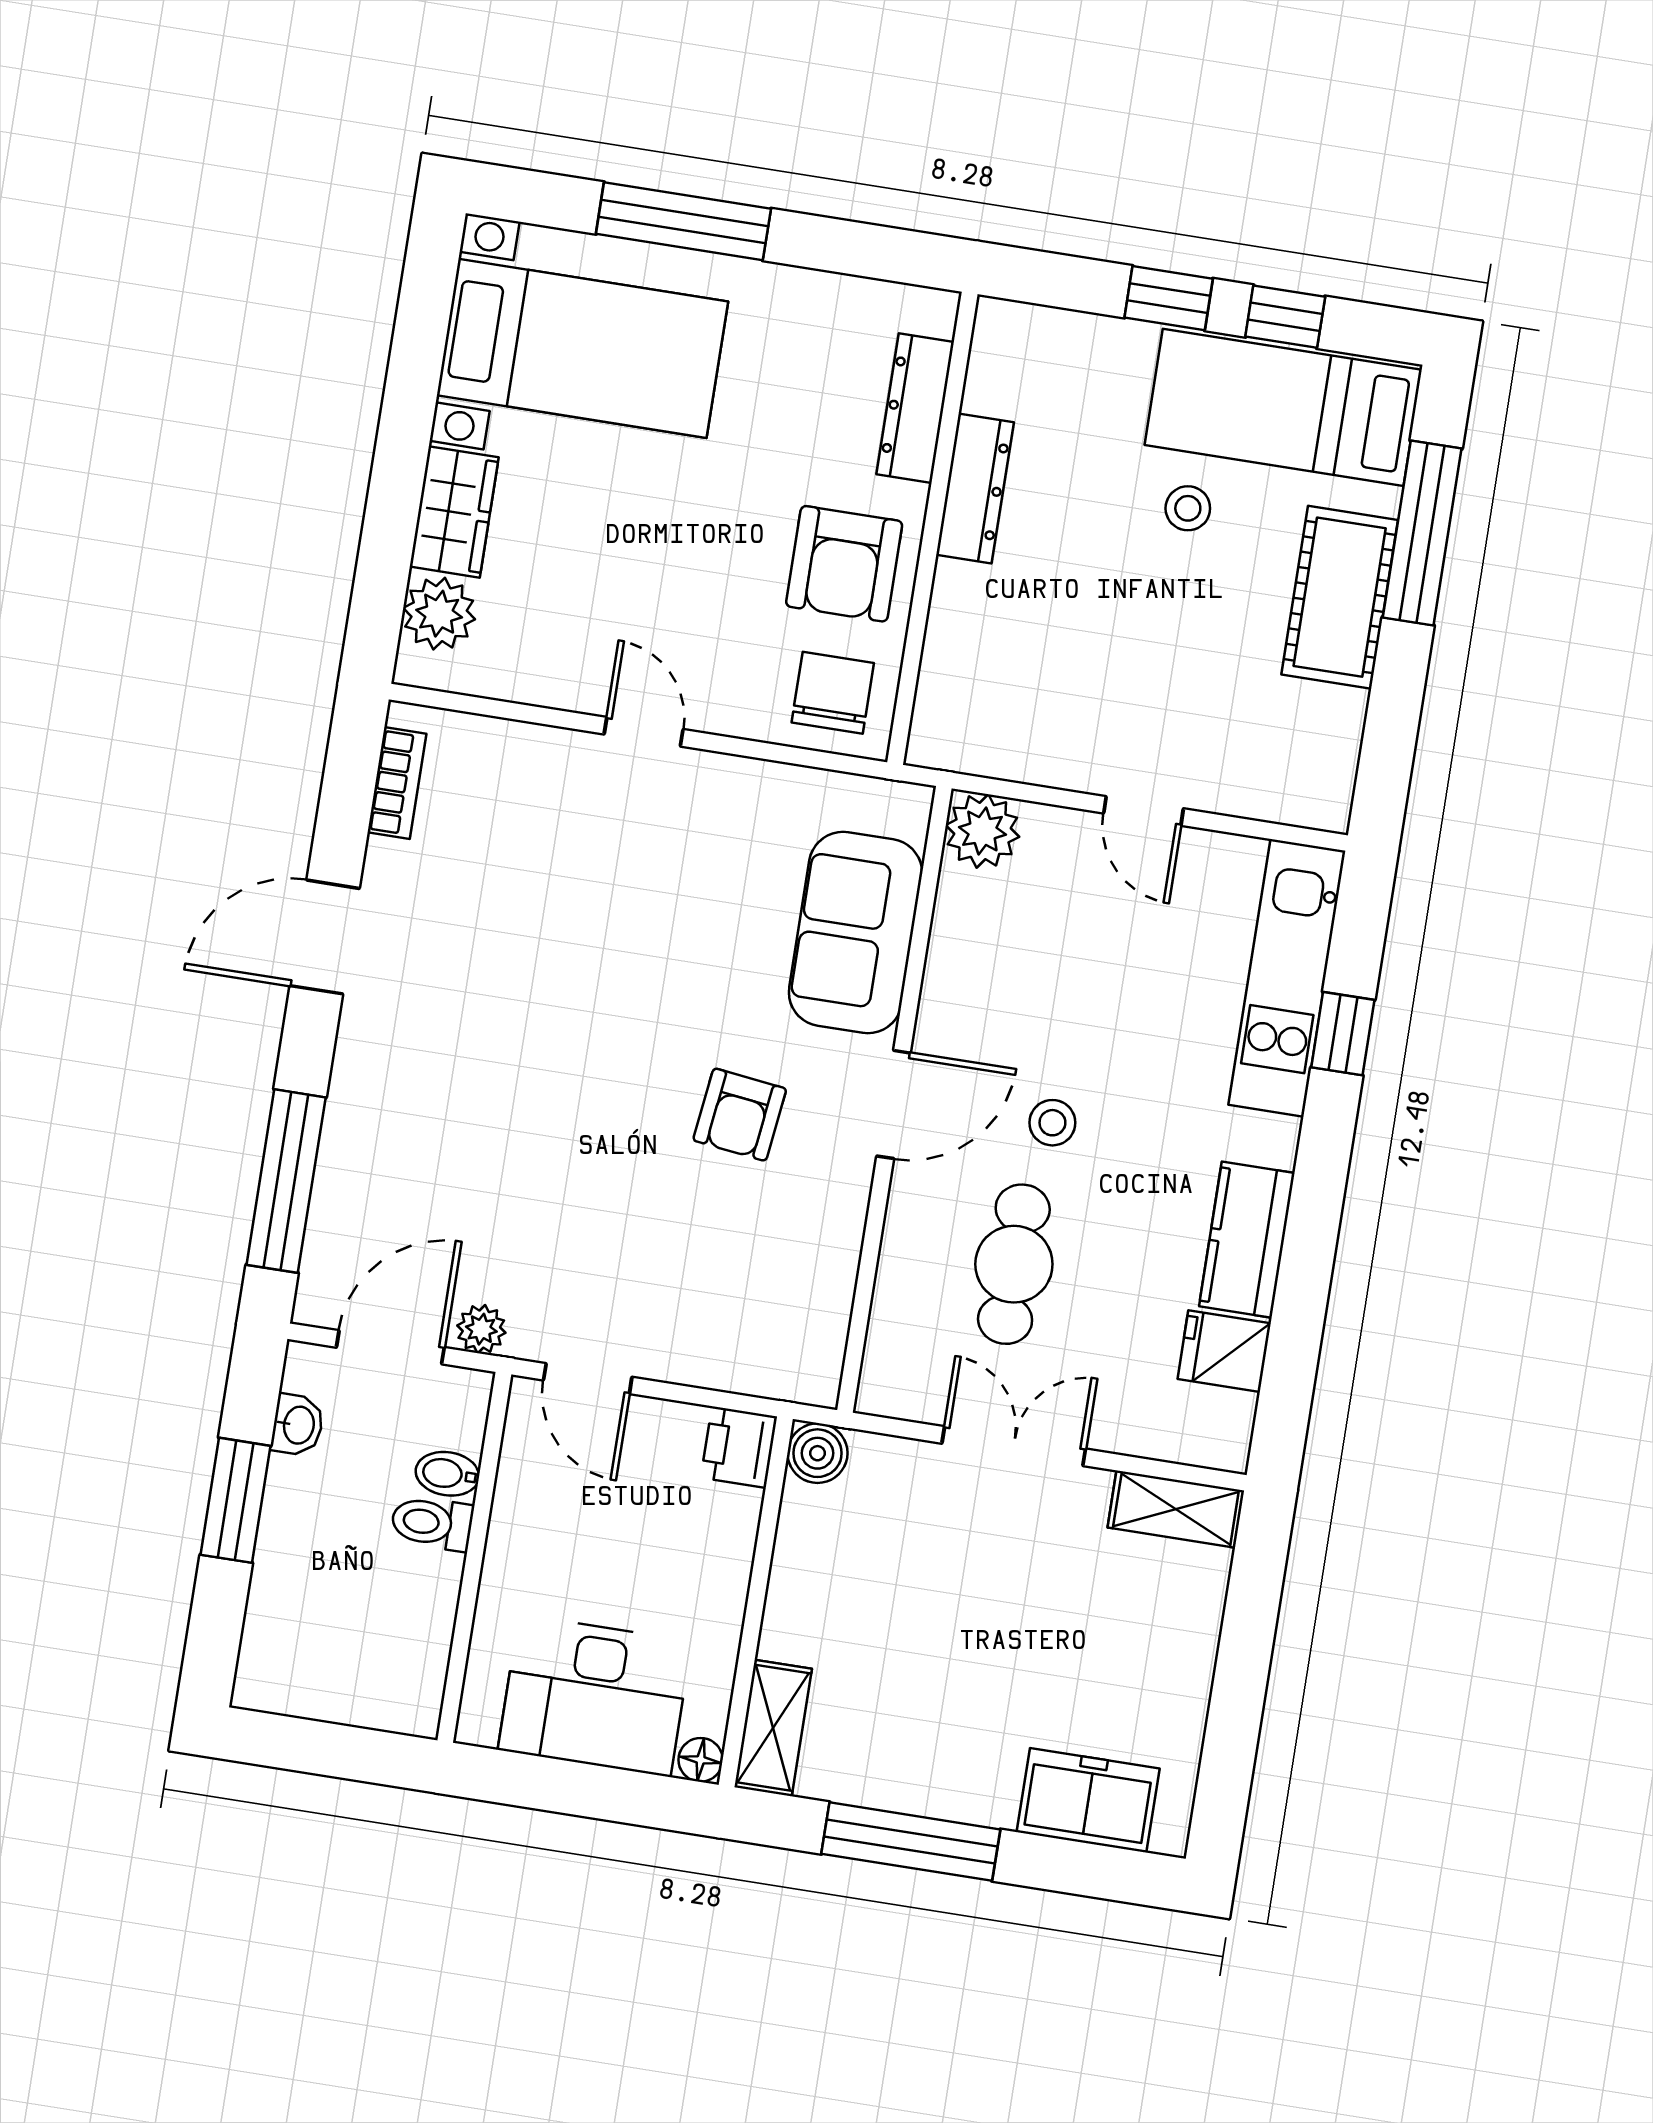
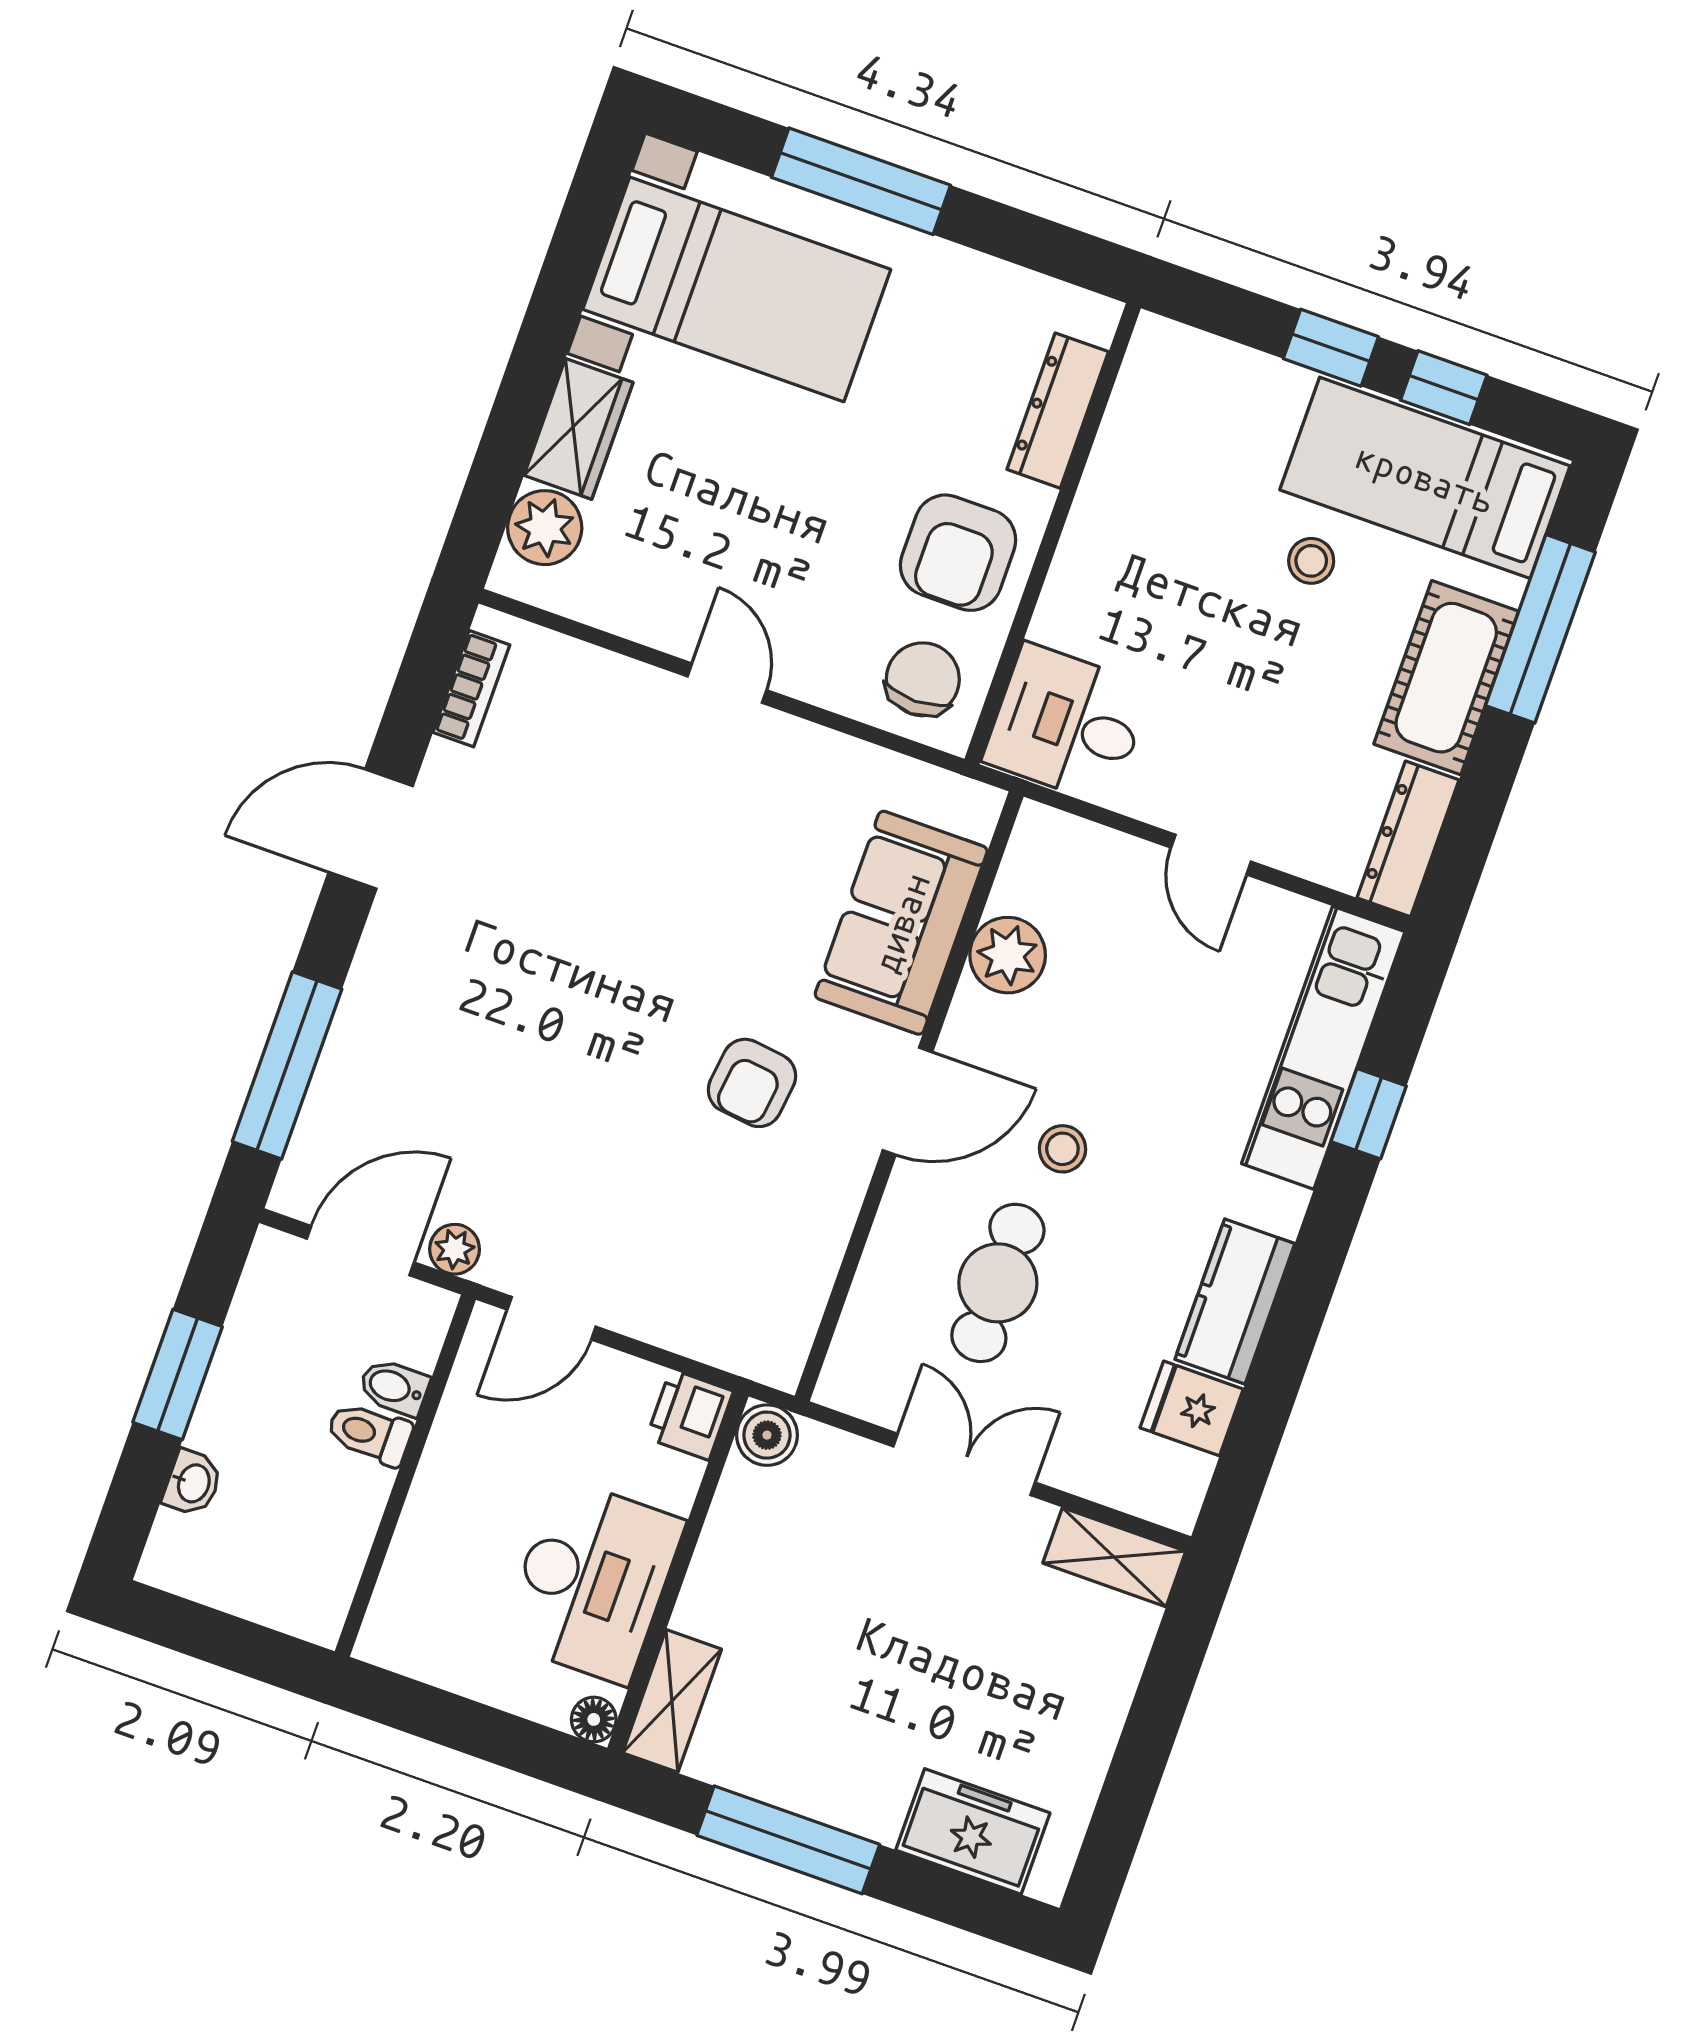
dresser: (975, 488) -> (1408, 839), moved, turned 180
desk: (981, 710) -> (1067, 724), added
plant: (982, 831) -> (1008, 955), moved
door: (588, 1379) -> (551, 1318), hinge flipped
washbasin: (297, 1425) -> (192, 1483), moved
desk: (595, 1696) -> (592, 1581), moved, turned -90

